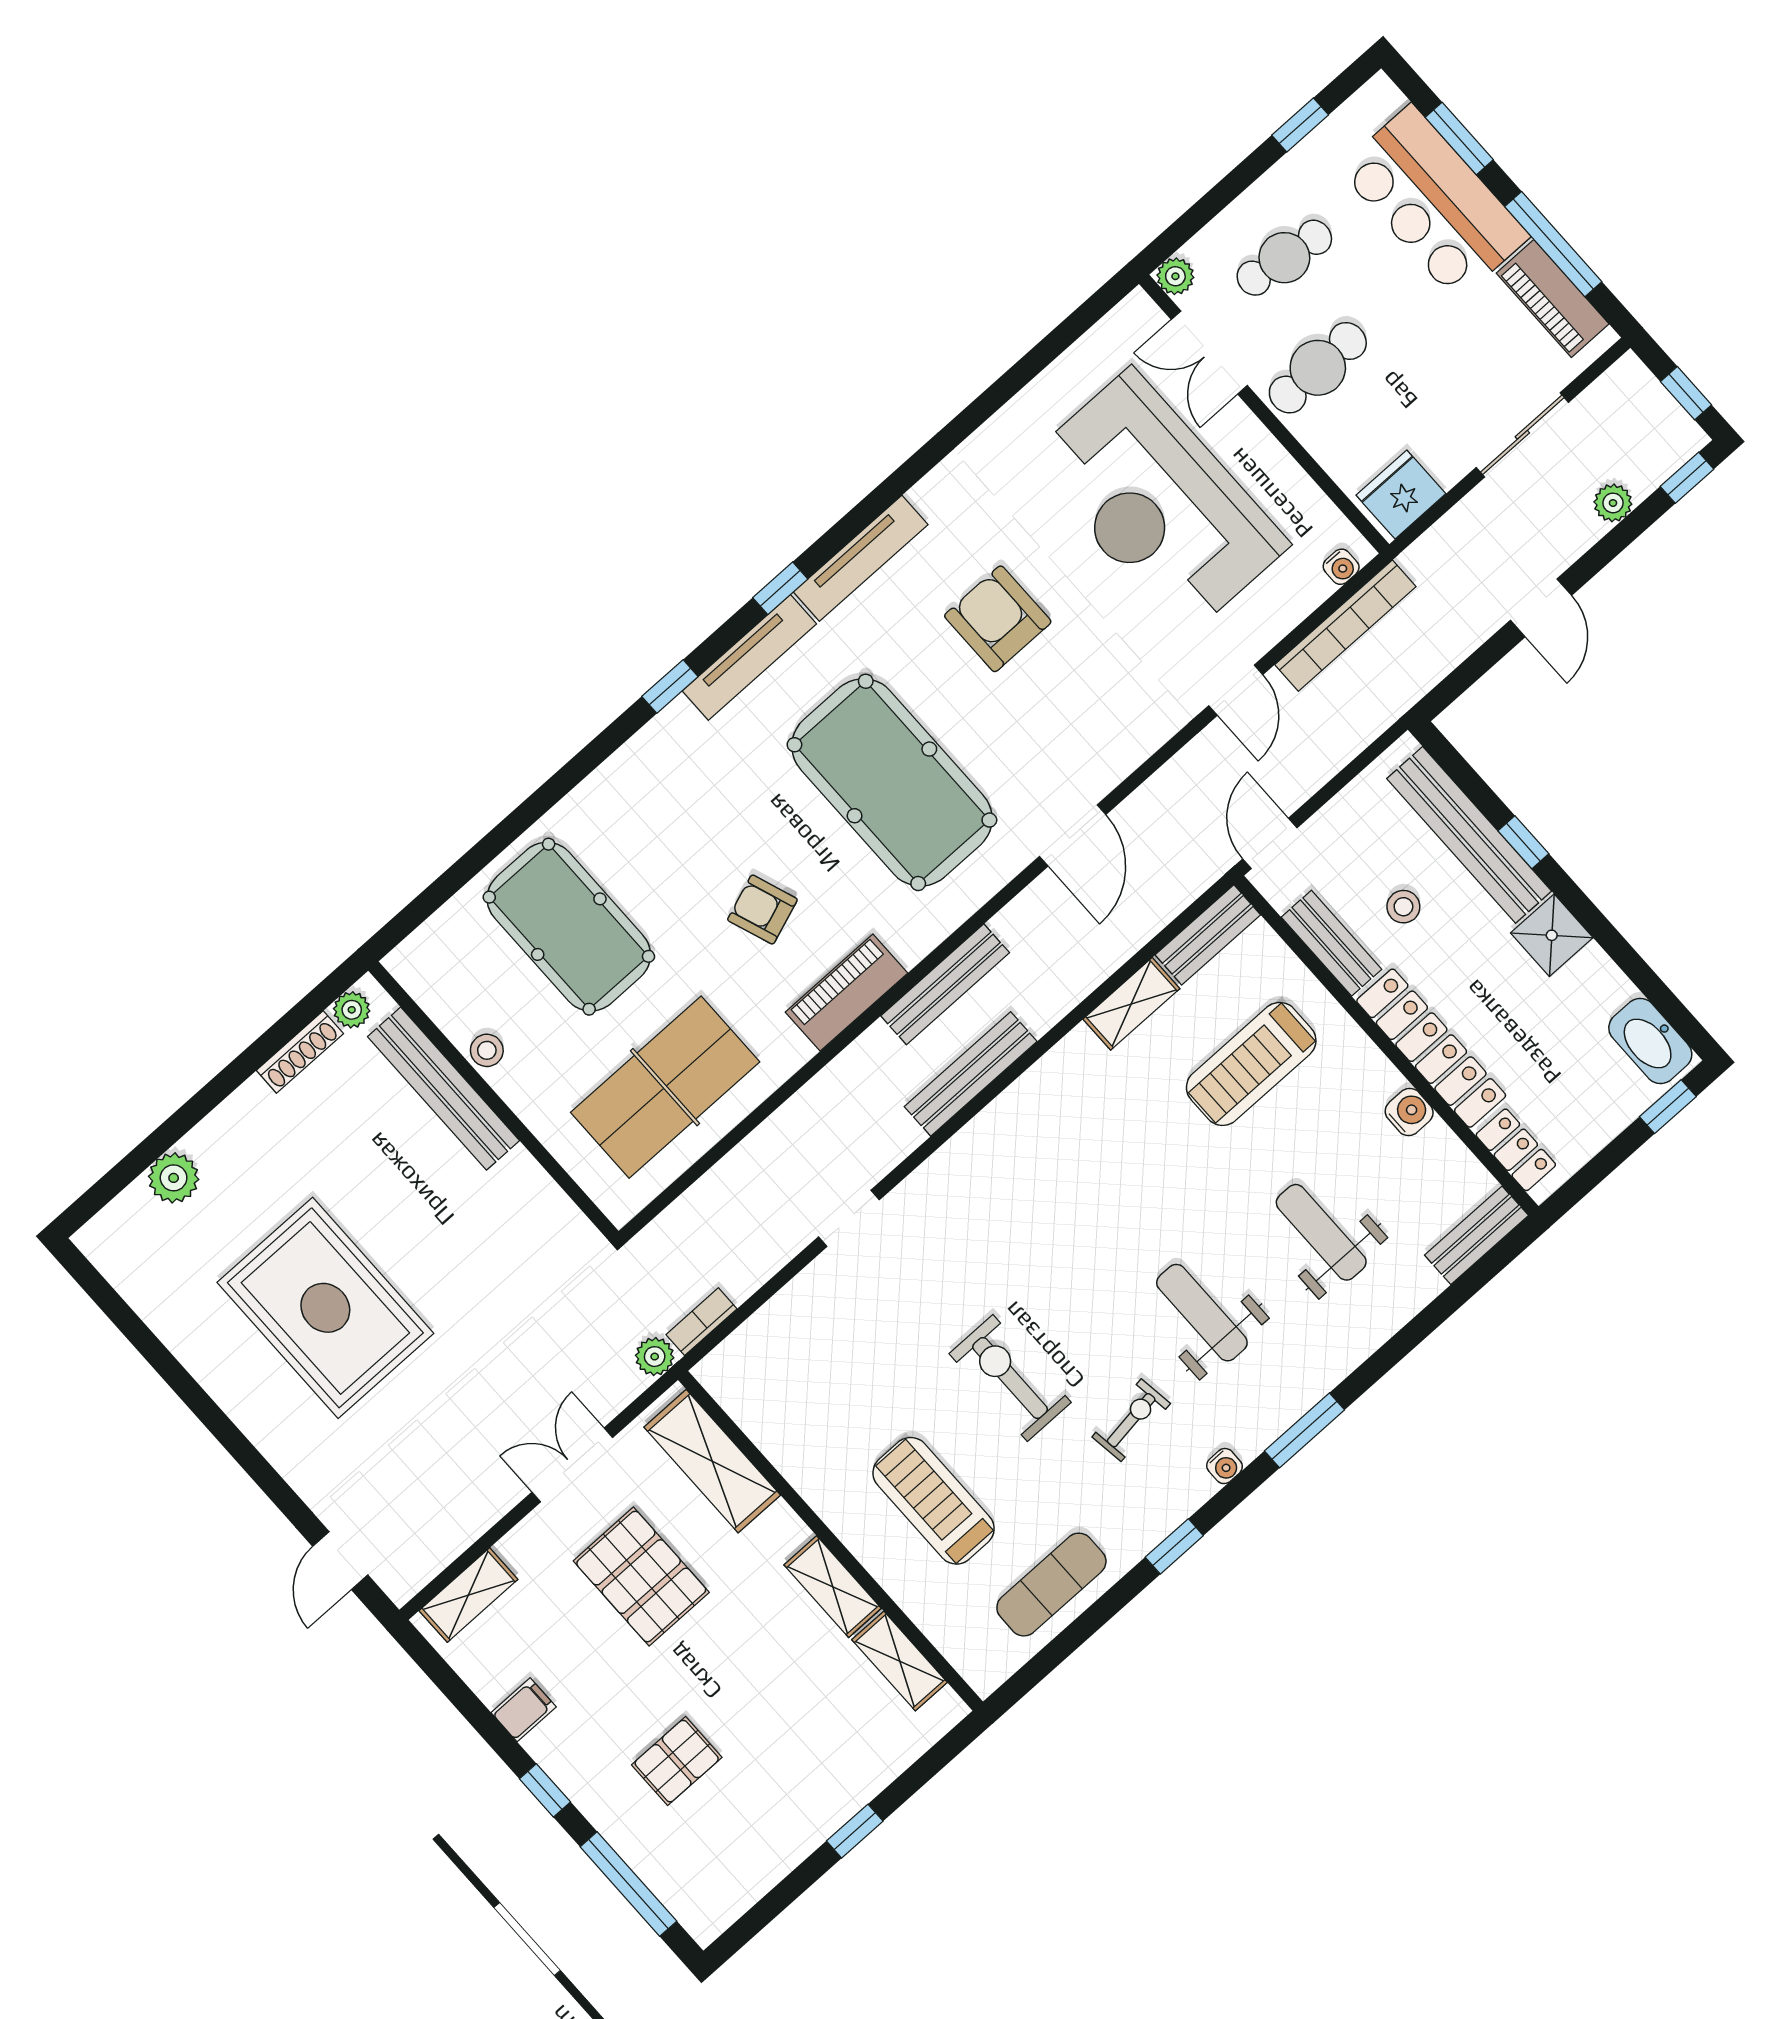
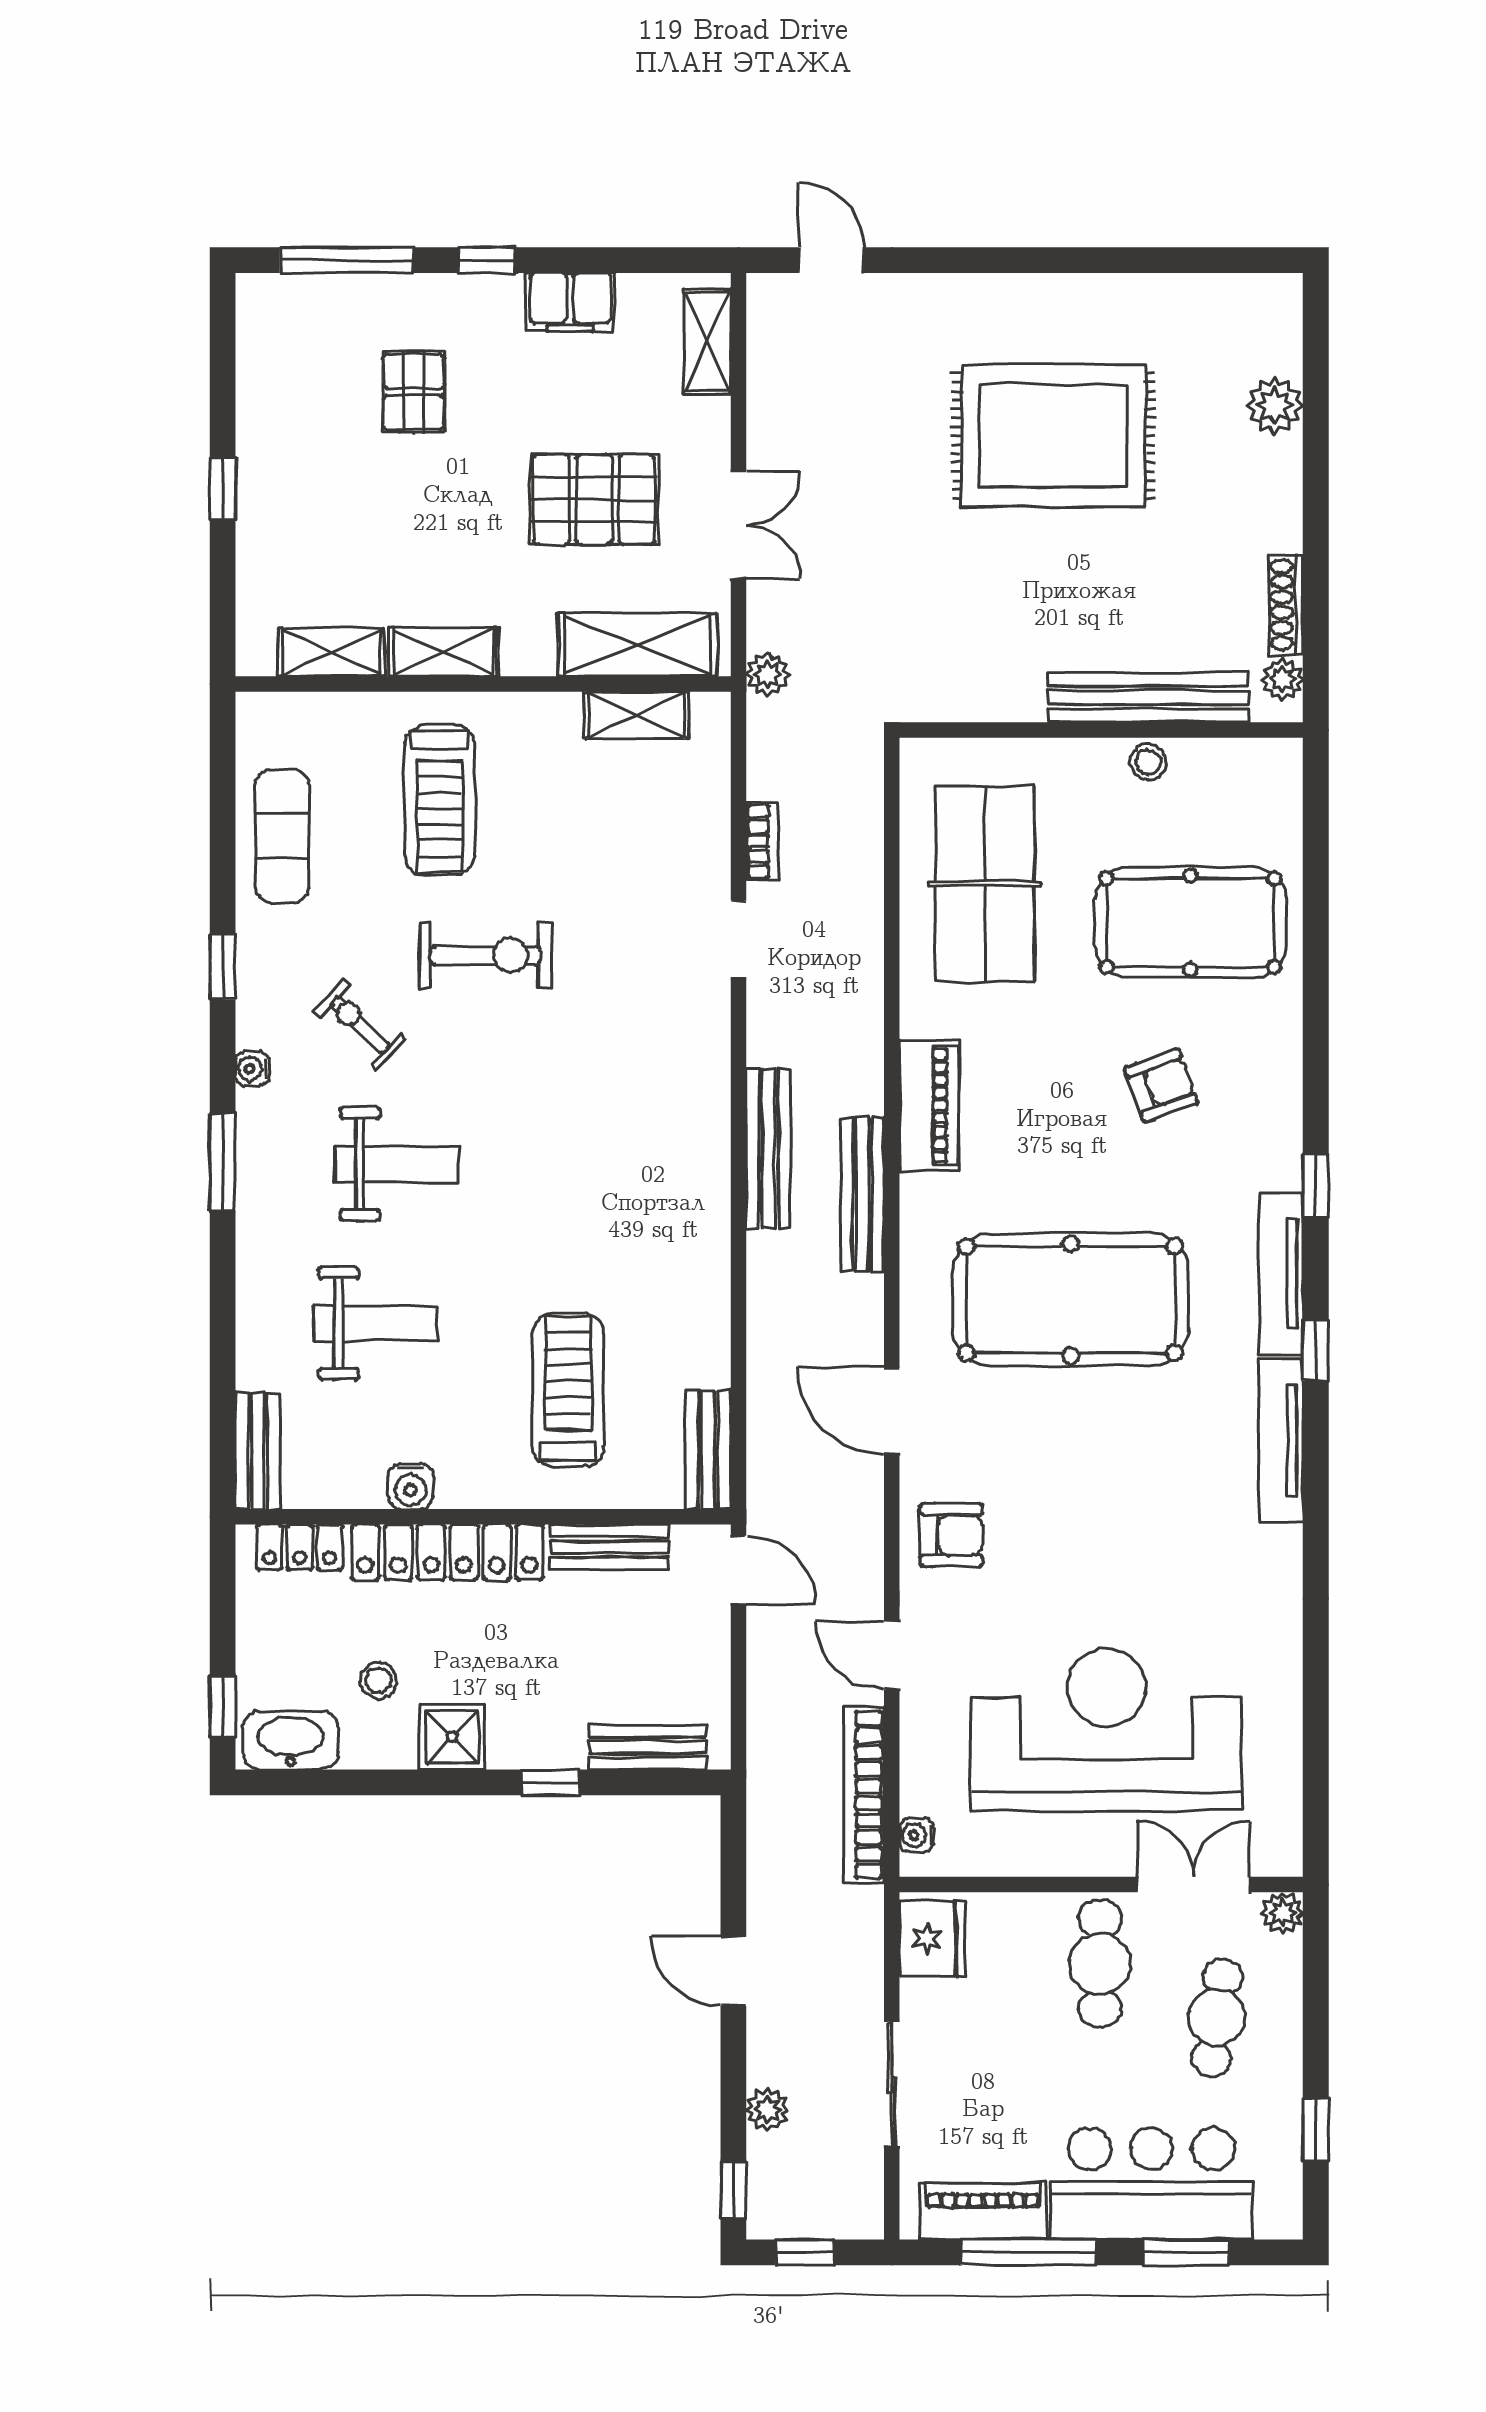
armchair: (998, 619) -> (951, 1535), moved, width x0.72, depth x0.72
bench: (1469, 835) -> (648, 1747), width x0.54, depth x0.82
stool: (1403, 907) -> (378, 1680), moved
armchair: (762, 910) -> (1161, 1086), moved
shelving: (1131, 1004) -> (636, 715), moved, turned 90
bookcase: (701, 1322) -> (762, 841), moved
exercise bike: (1131, 1420) -> (360, 1025), turned 142
treadmill: (934, 1501) -> (440, 800), turned 90
filing cabinet: (524, 1710) -> (570, 302), width x2.00

